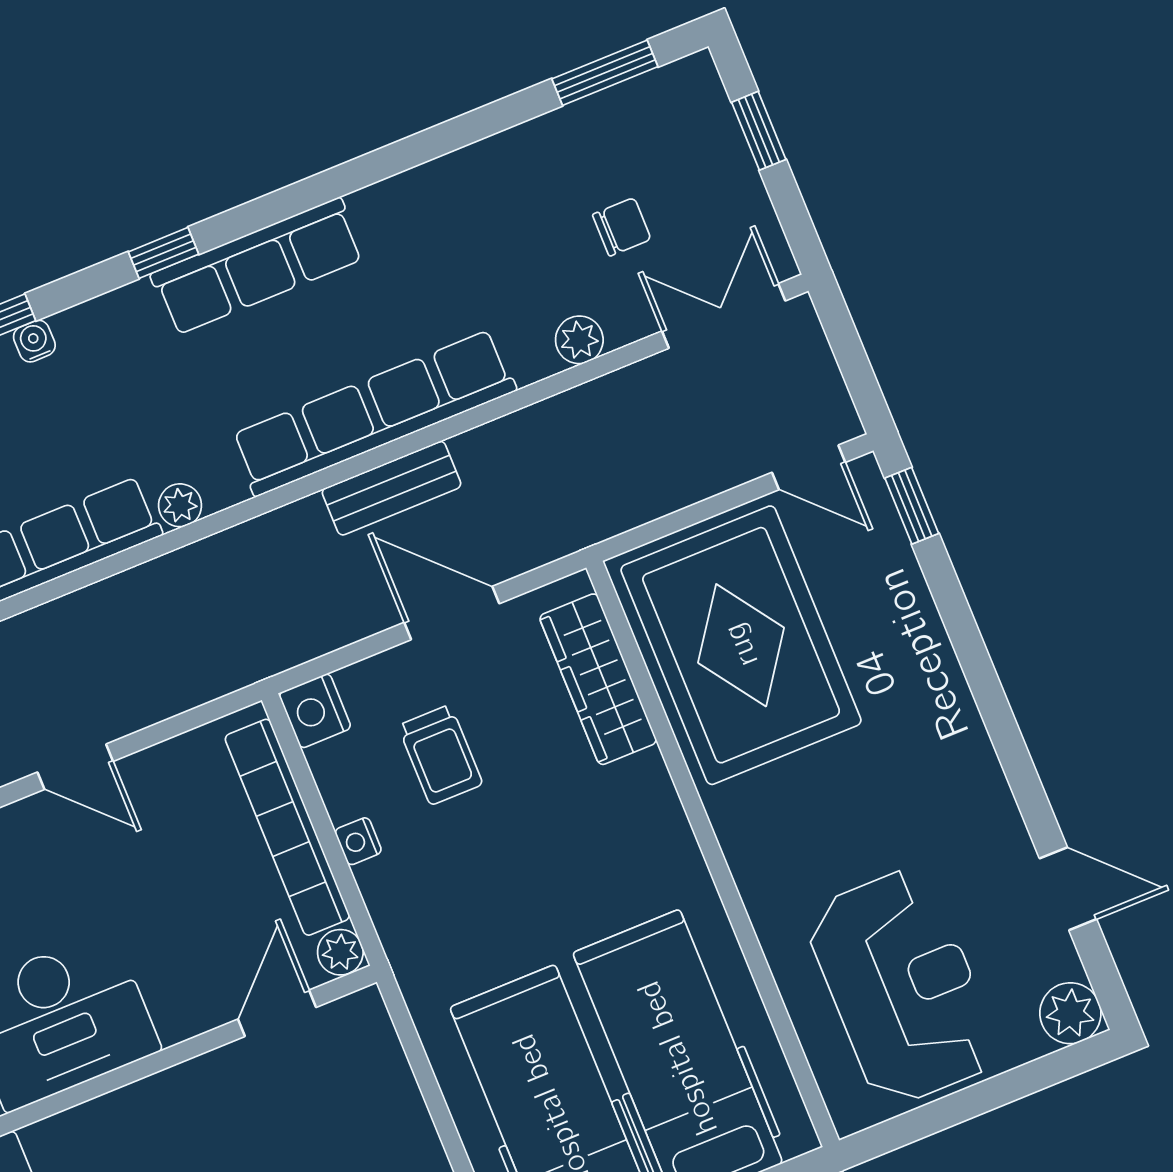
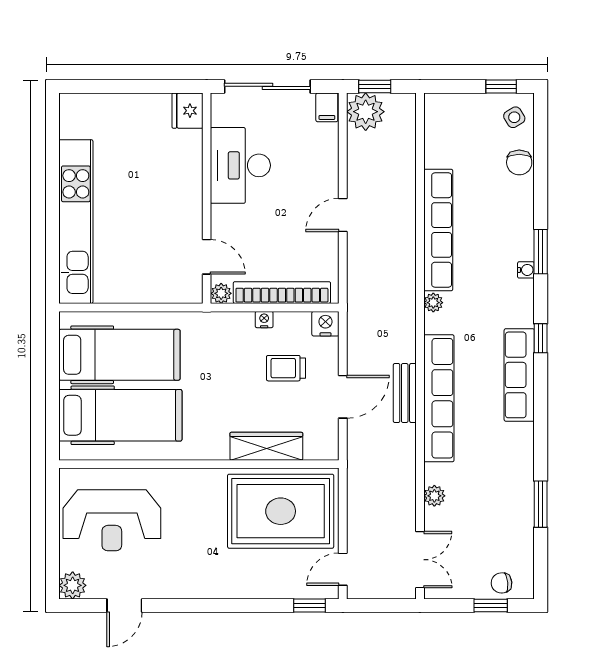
window: (605, 73) -> (541, 504), moved
chair: (622, 227) -> (501, 583), moved, turned 84
wardrobe: (598, 679) -> (266, 446), moved

